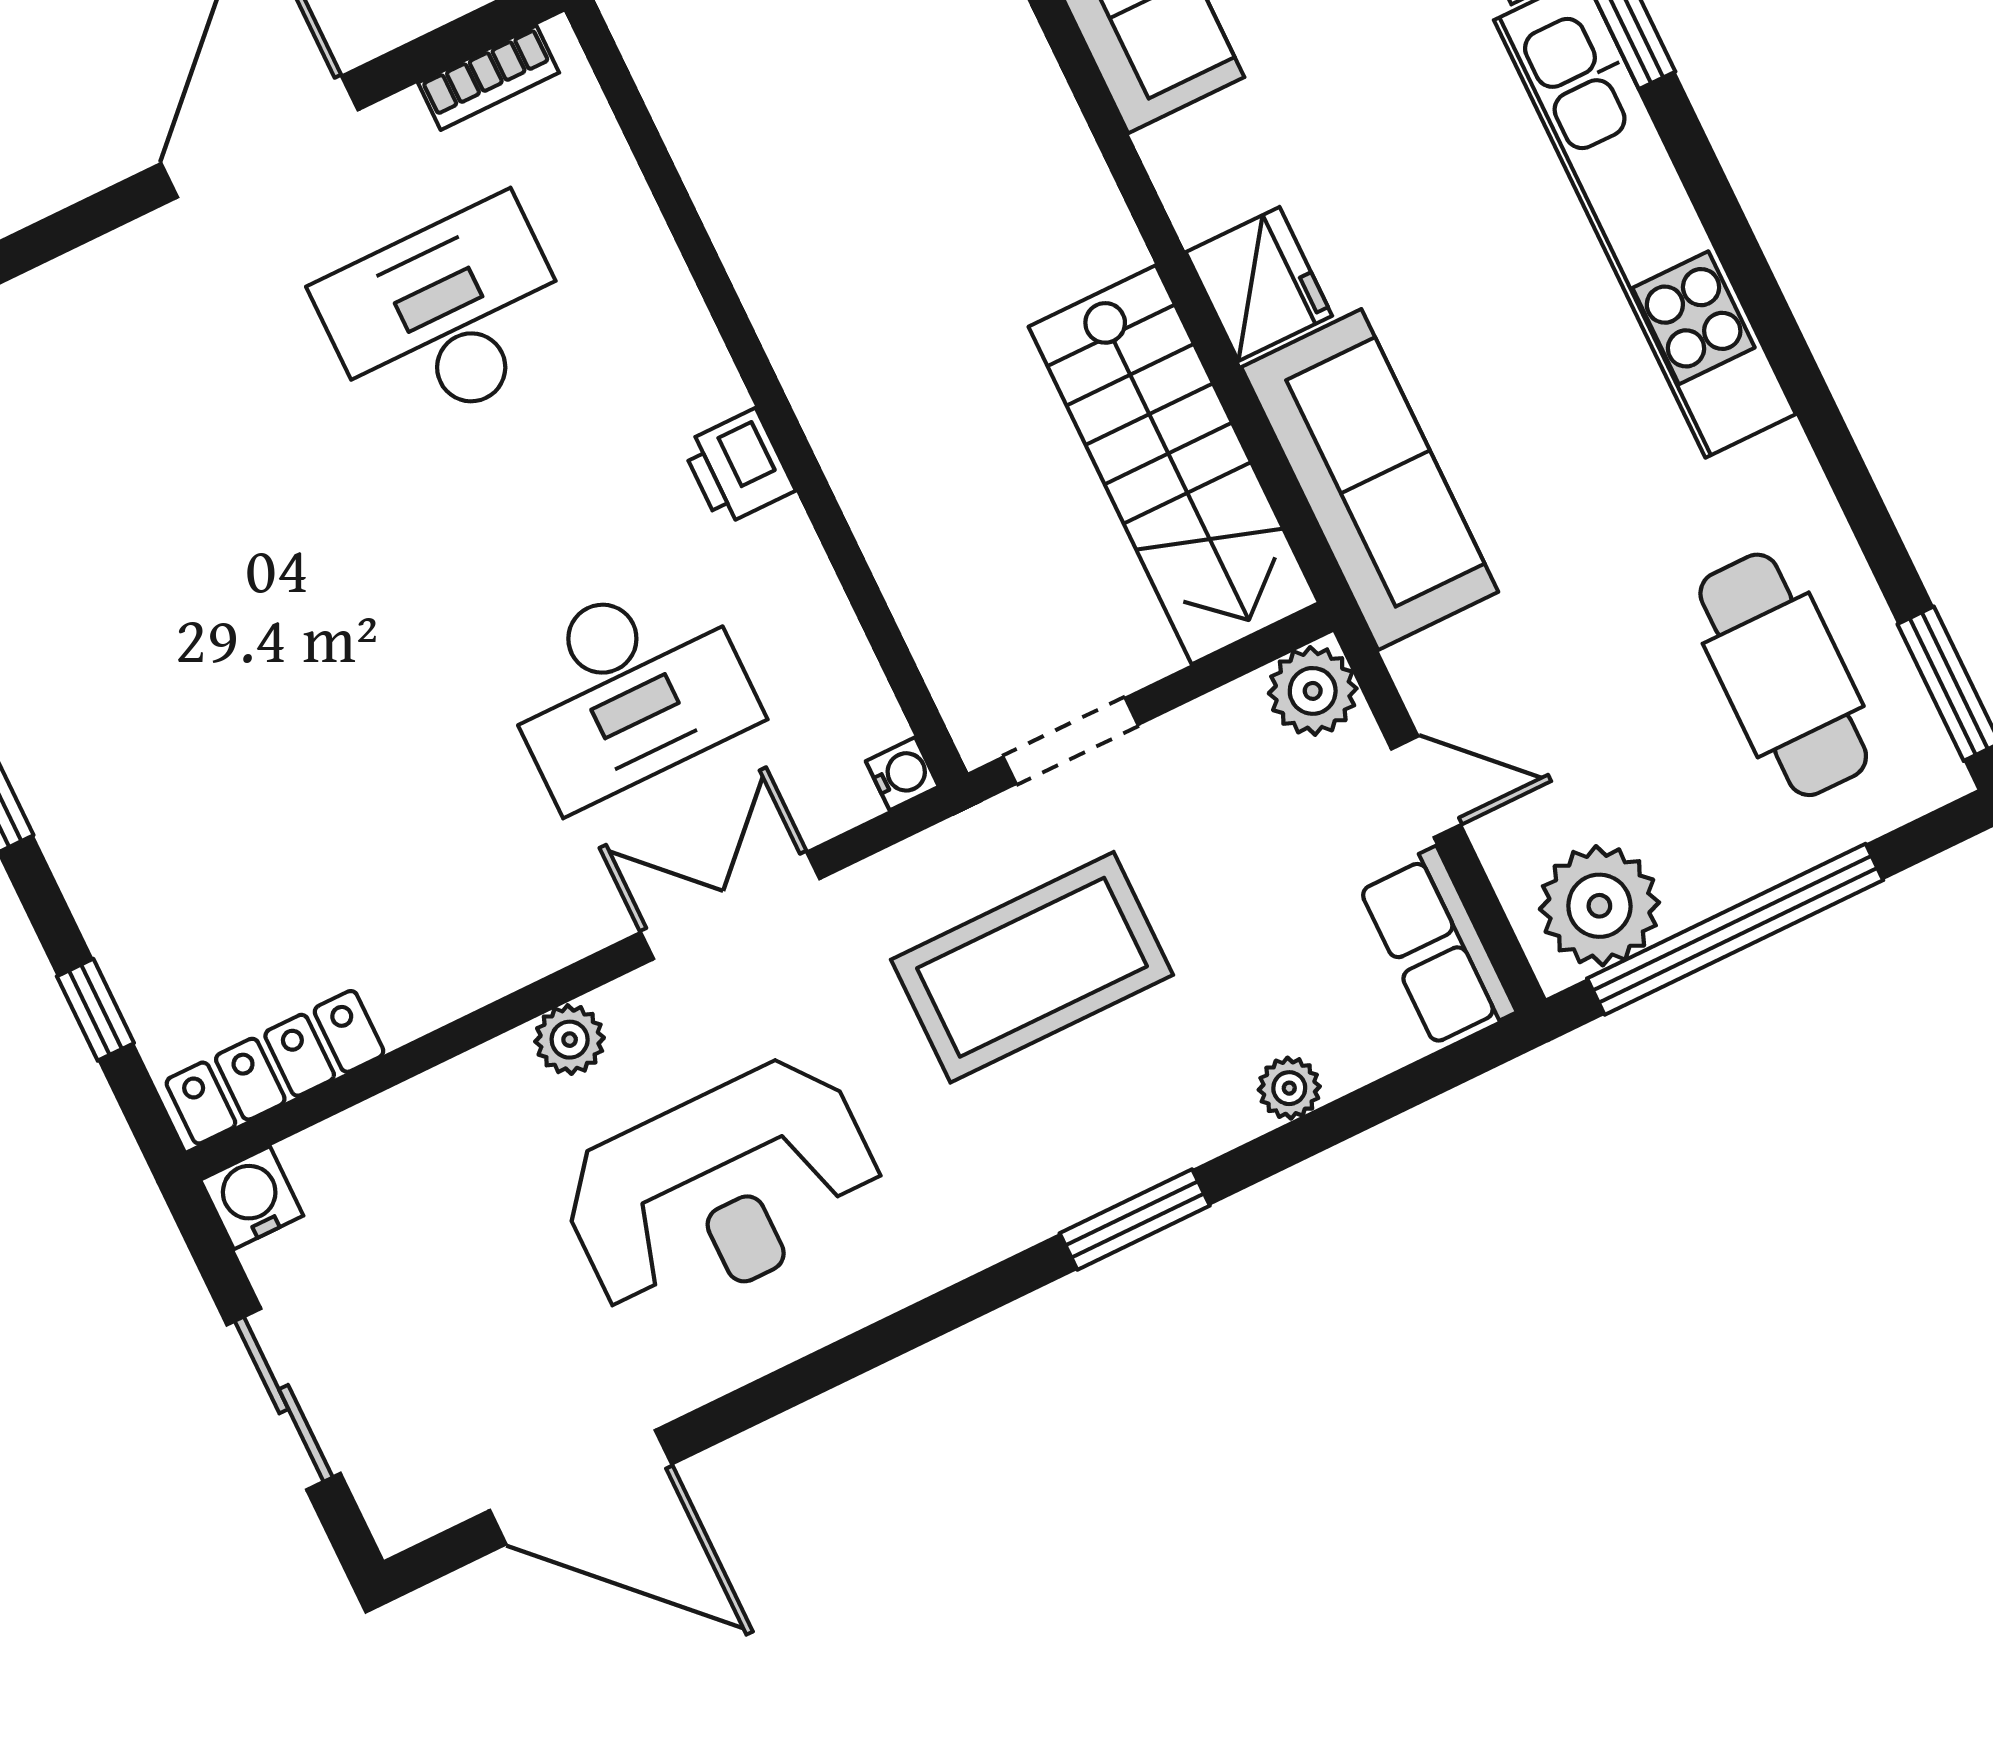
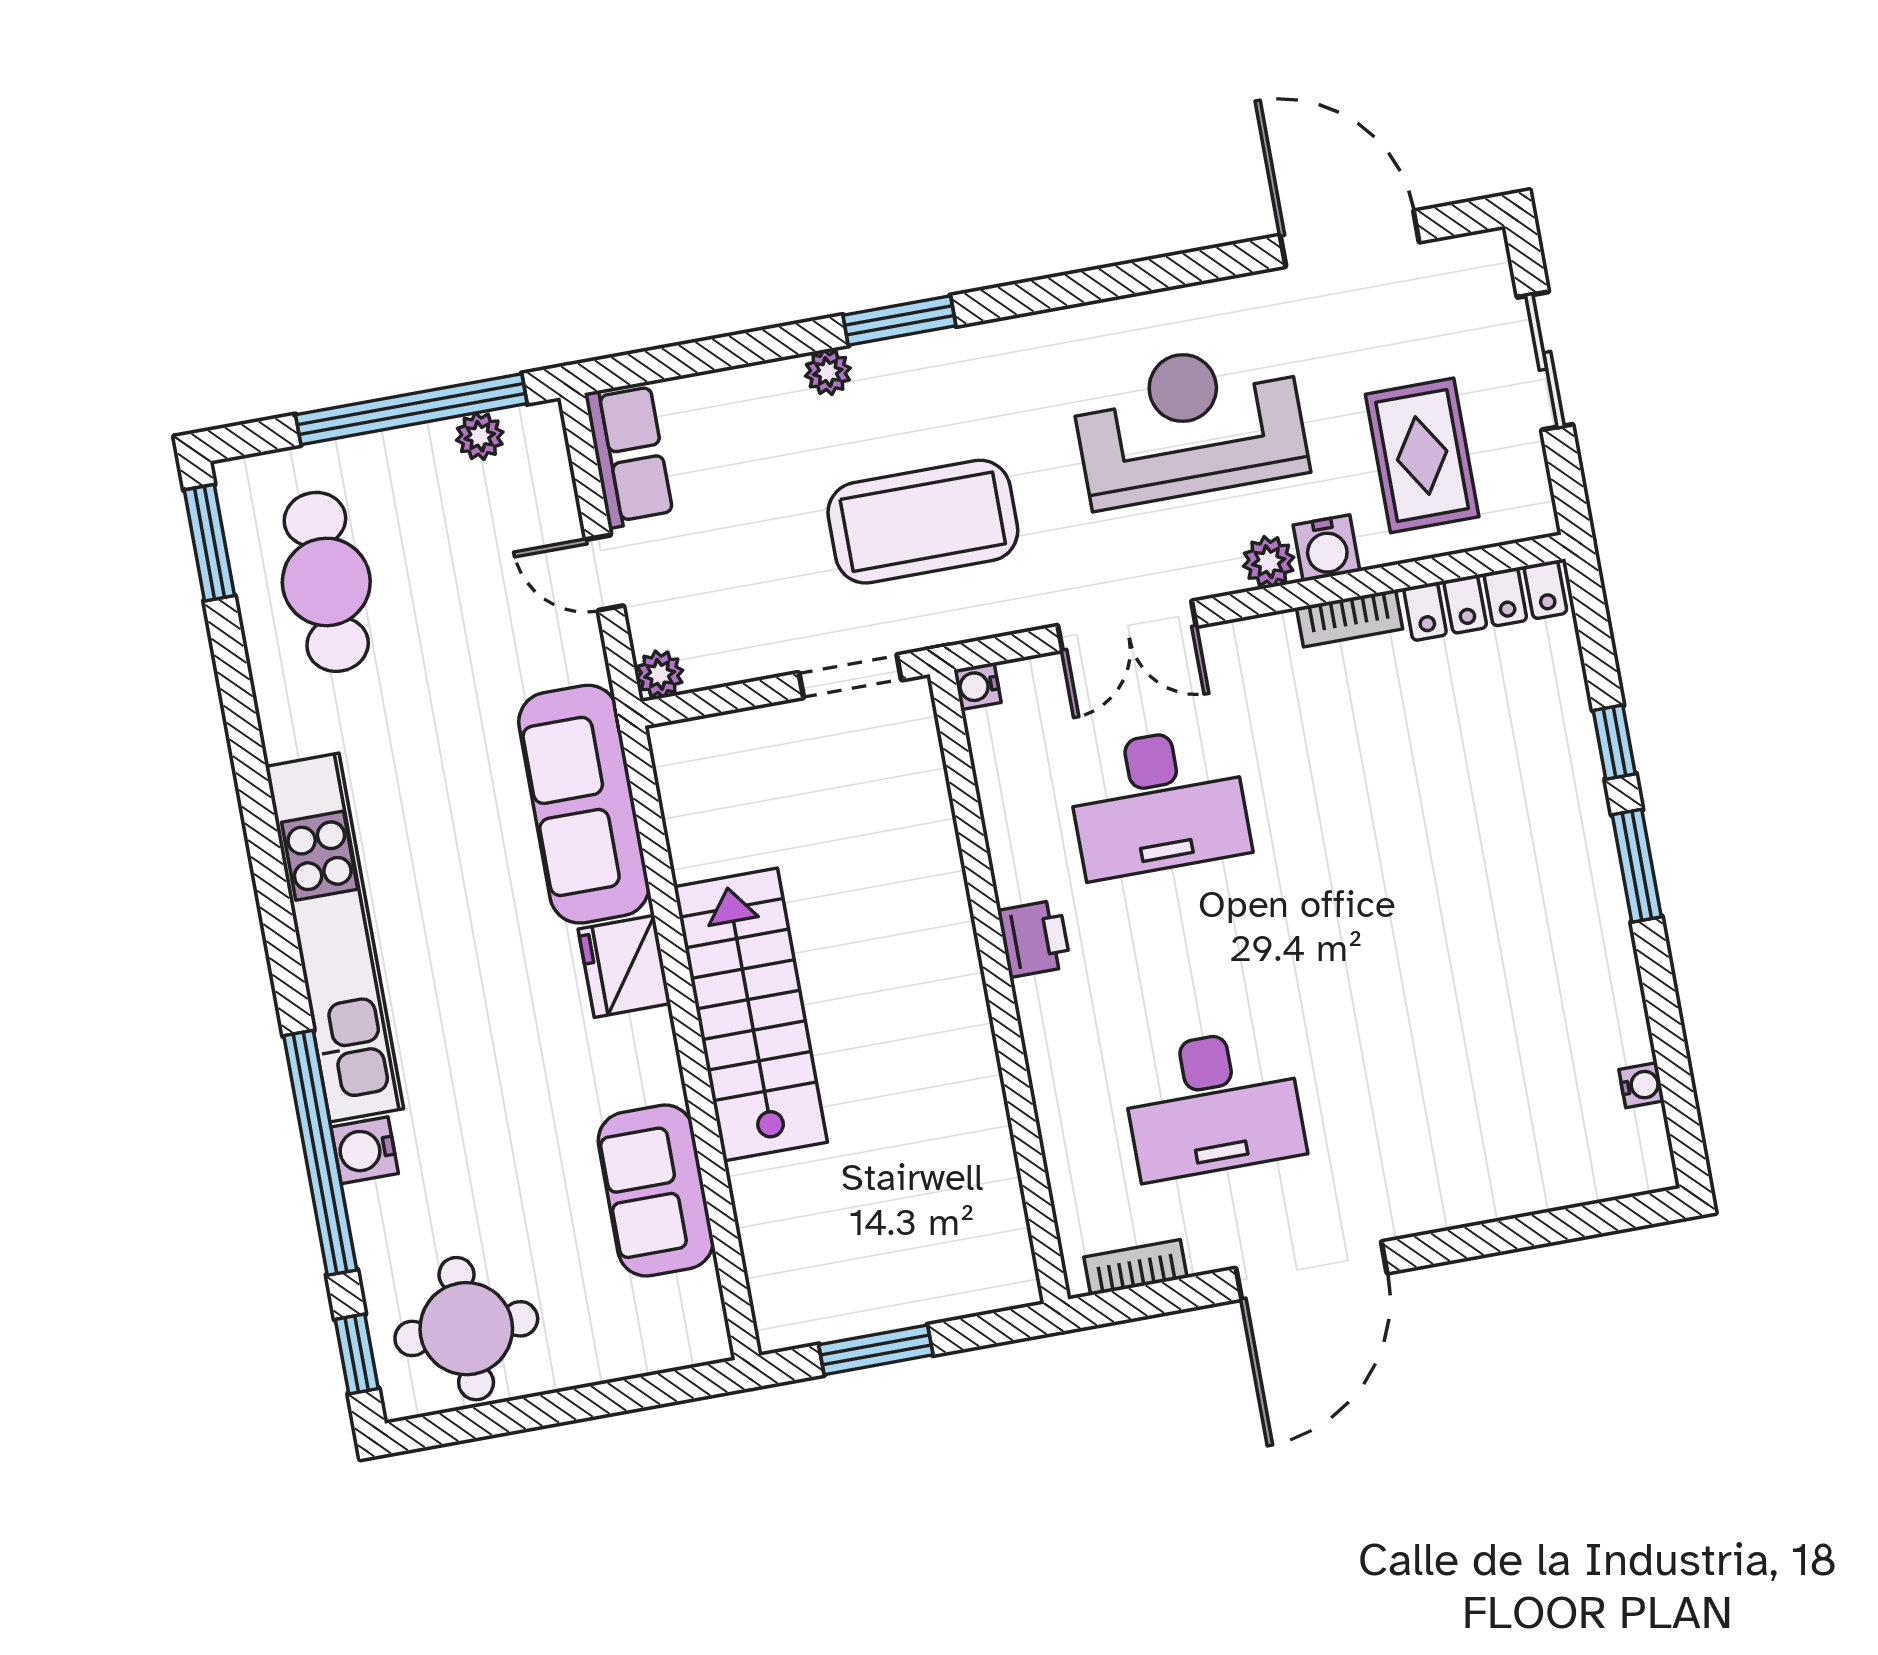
stairs: (1174, 465) -> (751, 1014), moved
desk: (626, 689) -> (1158, 802), turned 180
plant: (1313, 691) -> (660, 674), width x0.73, depth x0.73
plant: (1599, 906) -> (480, 436), width x0.53, depth x0.53
bookcase: (445, 995) -> (1350, 618), added
window: (95, 1010) -> (1614, 742), moved
plant: (1289, 1088) -> (828, 372), moved
water cooler: (252, 1198) -> (1326, 548), moved
rug: (409, 1232) -> (1422, 455), added

